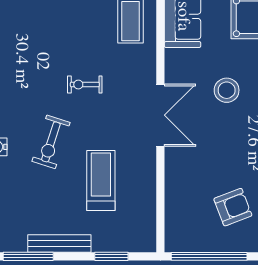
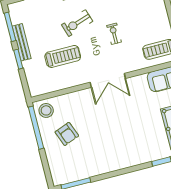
stool: (227, 90) -> (46, 110), moved
exercise bike: (51, 142) -> (77, 23), turned -36
window: (111, 256) -> (18, 59), moved

